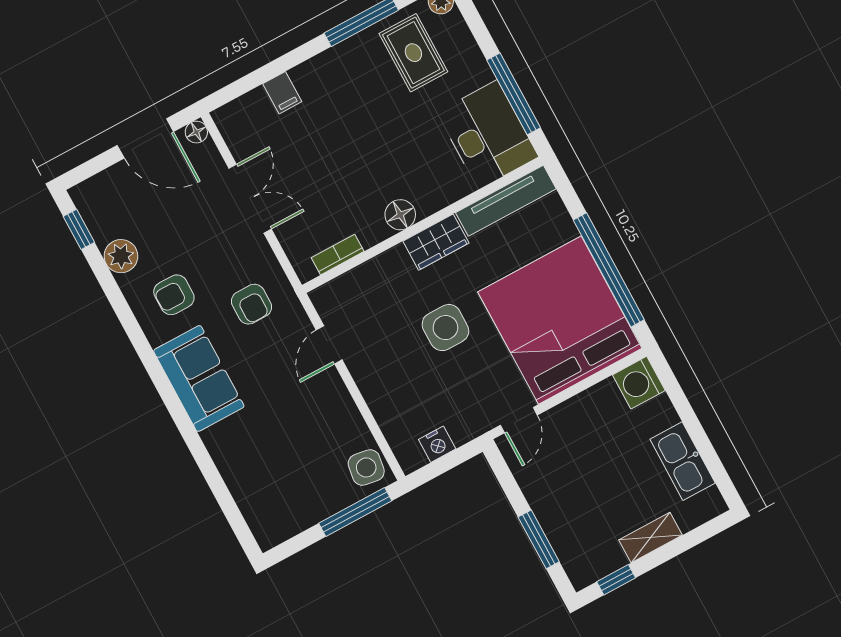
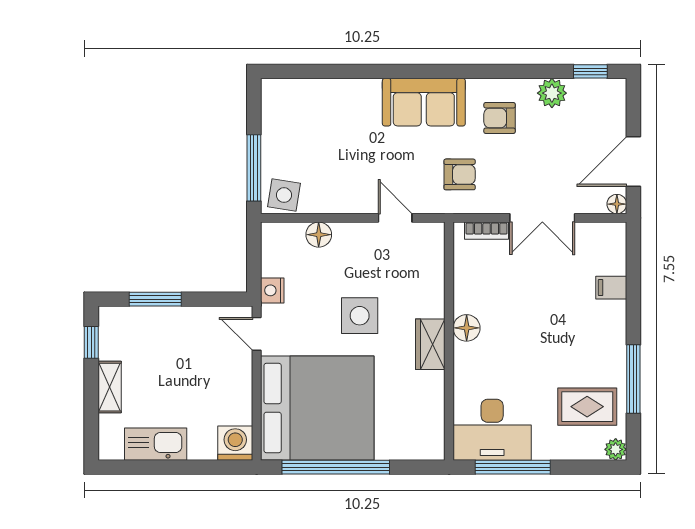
tv unit: (506, 201) -> (433, 416), removed
bookcase: (338, 255) -> (487, 231), moved, turned 90
armchair: (174, 295) -> (500, 118), turned -90
armchair: (251, 304) -> (460, 174), turned 180
floor lamp: (387, 412) -> (319, 235), added
nightstand: (437, 444) -> (272, 290), moved

